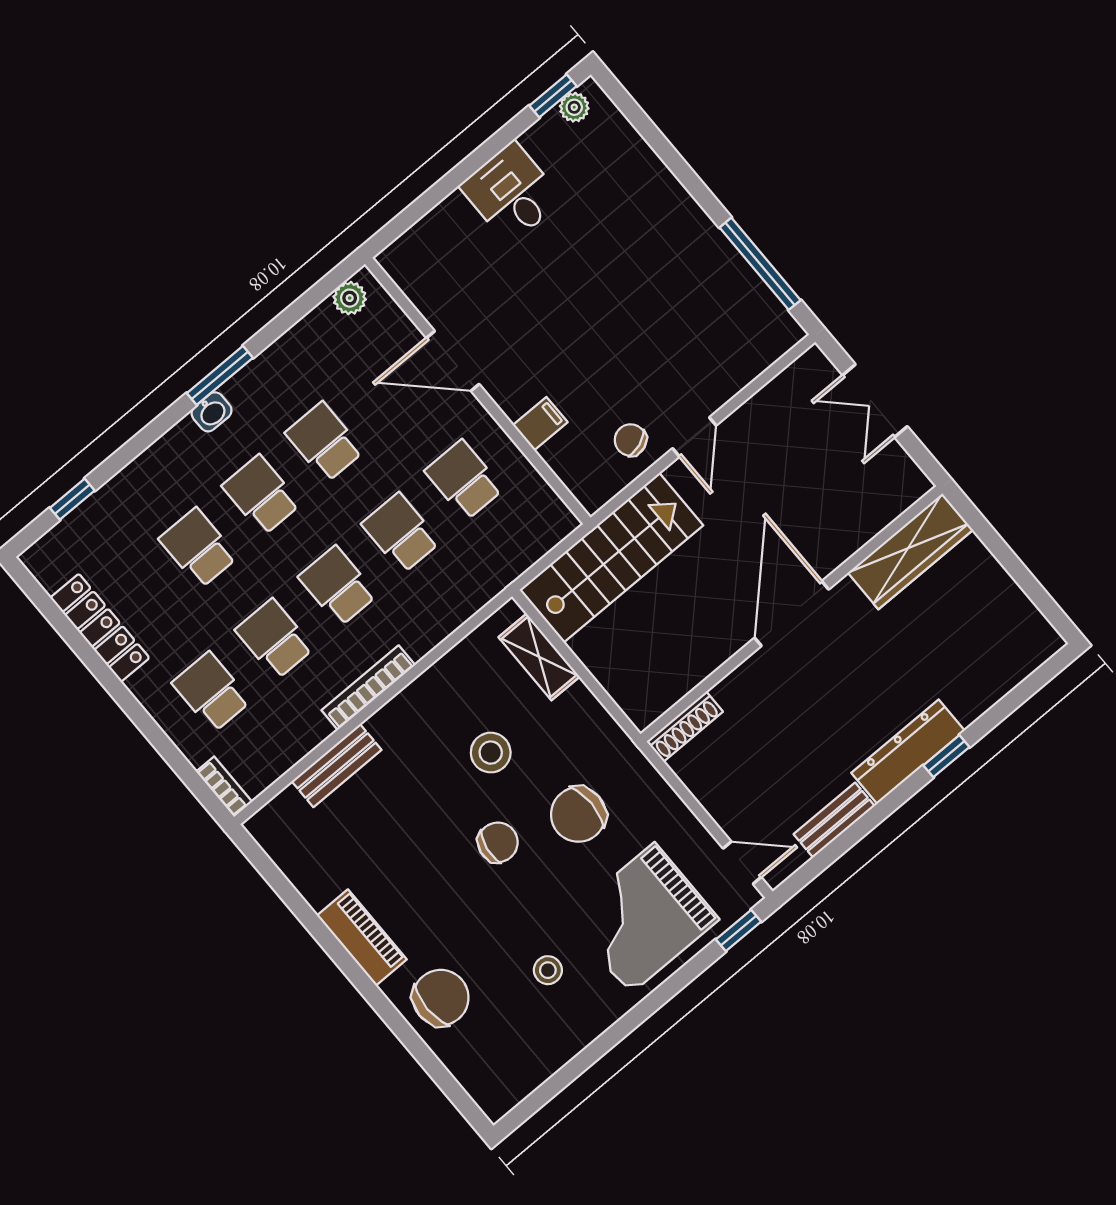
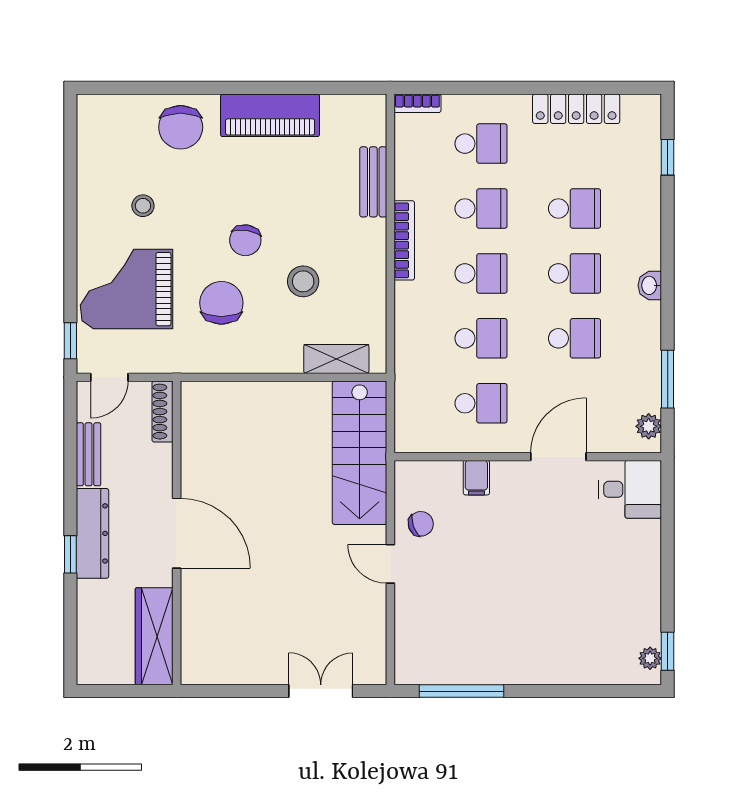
desk: (511, 193) -> (630, 489), moved
window: (220, 375) -> (668, 379), moved
wardrobe: (910, 551) -> (154, 636), moved
wall: (791, 614) -> (177, 533), moved
door: (792, 614) -> (177, 533), moved
shoe rack: (685, 727) -> (163, 412), moved
grand piano: (642, 918) -> (127, 289), turned -90
piano: (362, 937) -> (270, 115), width x1.37, depth x1.33

